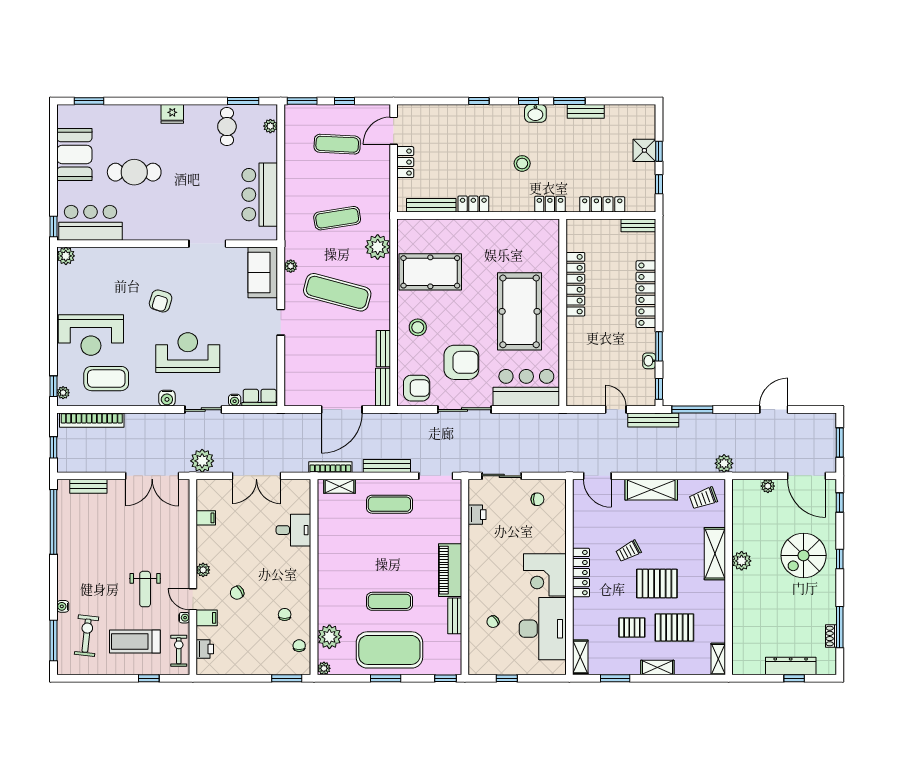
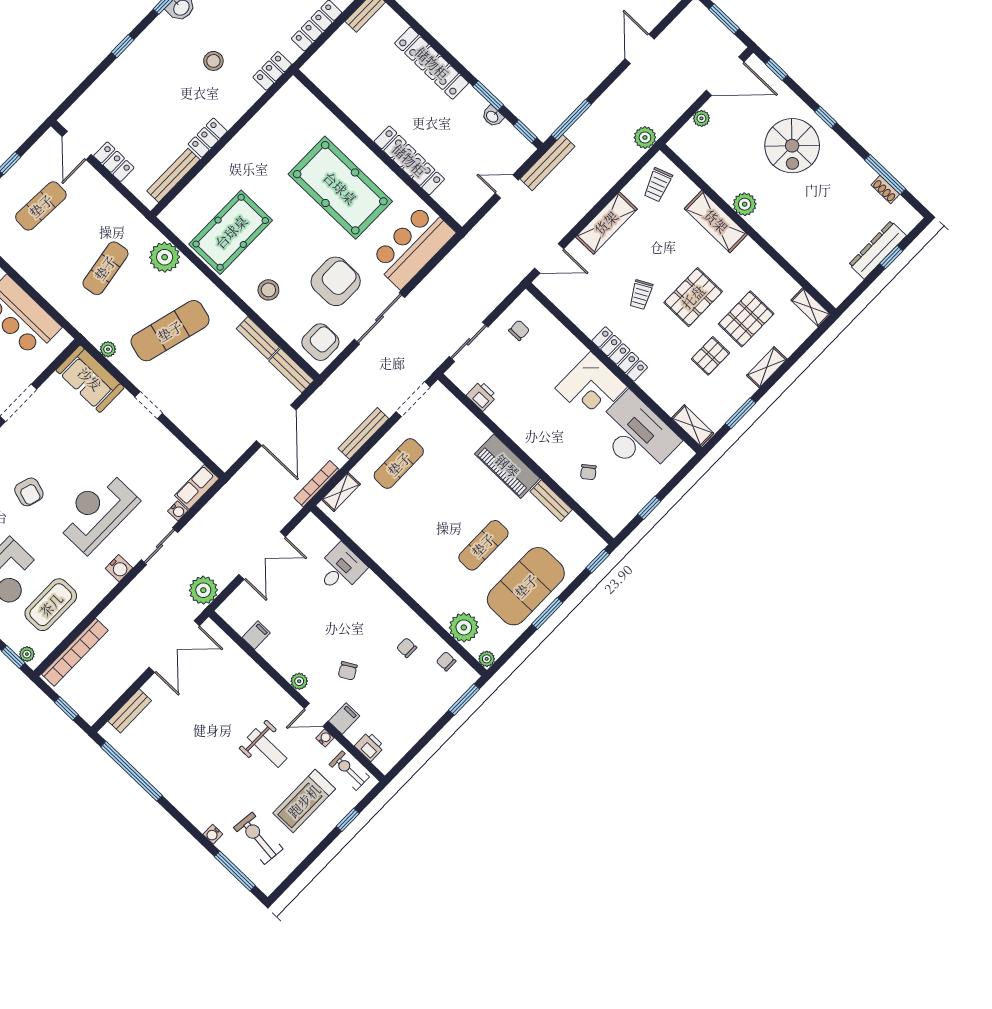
locker: (575, 284) -> (409, 160), moved

